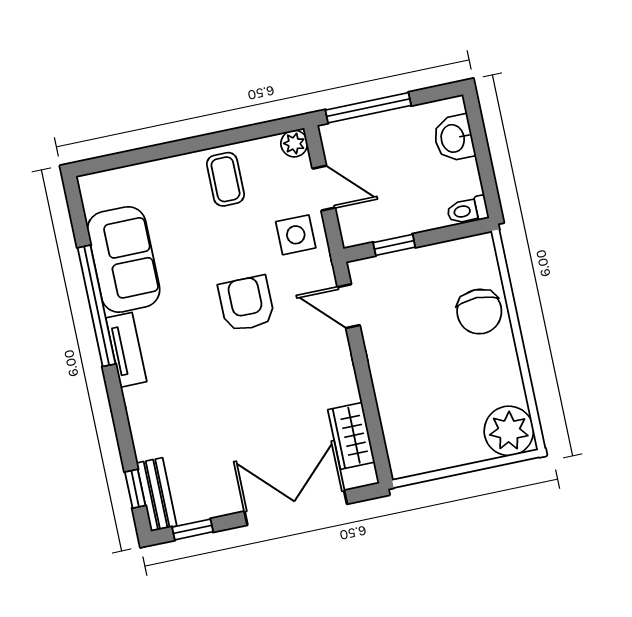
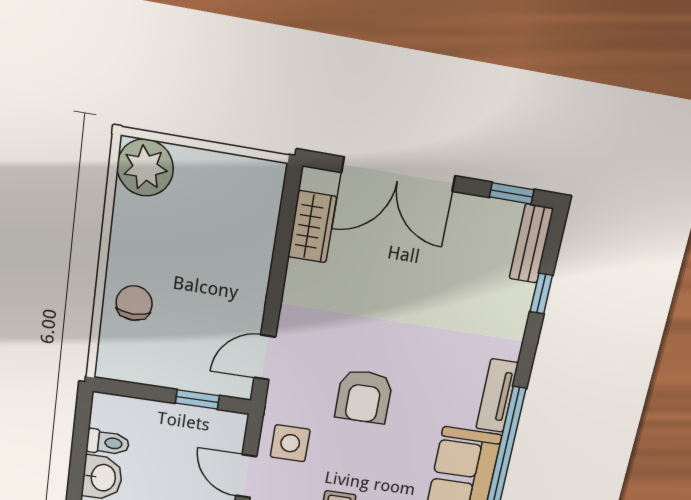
toilet: (468, 210) -> (108, 443), moved
door: (349, 306) -> (265, 357), swing flipped
chair: (479, 312) -> (134, 303), width x0.73, depth x0.73
window: (135, 489) -> (541, 293), moved

